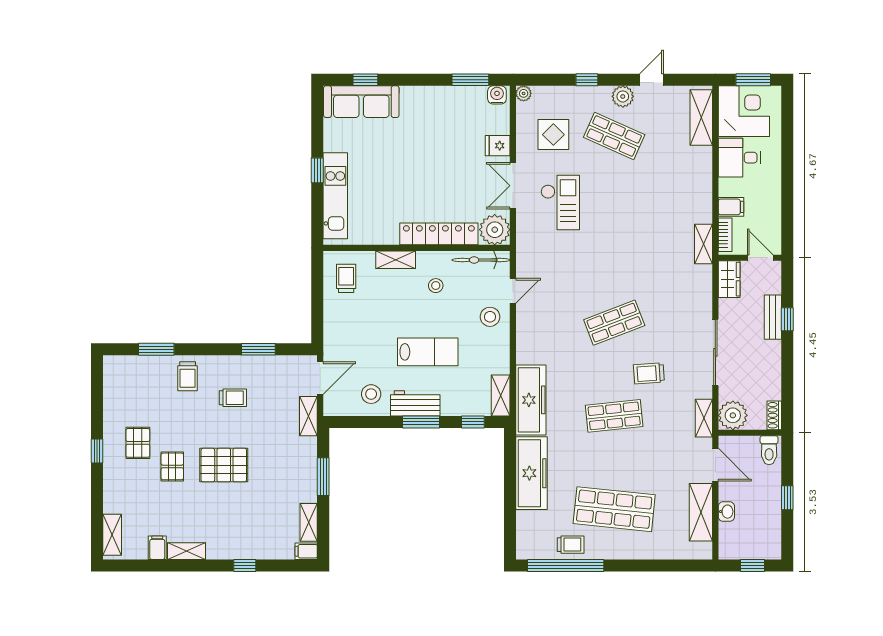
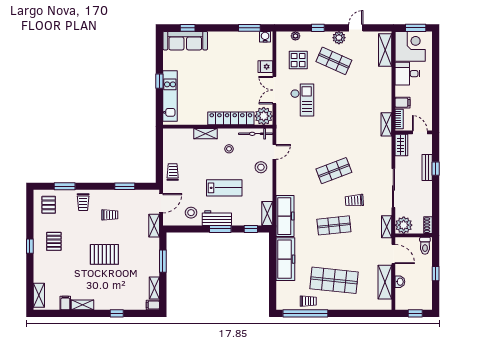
plant: (524, 93) -> (295, 36), moved
trolley: (346, 278) -> (173, 172), moved
pallet: (172, 466) -> (49, 205), moved

